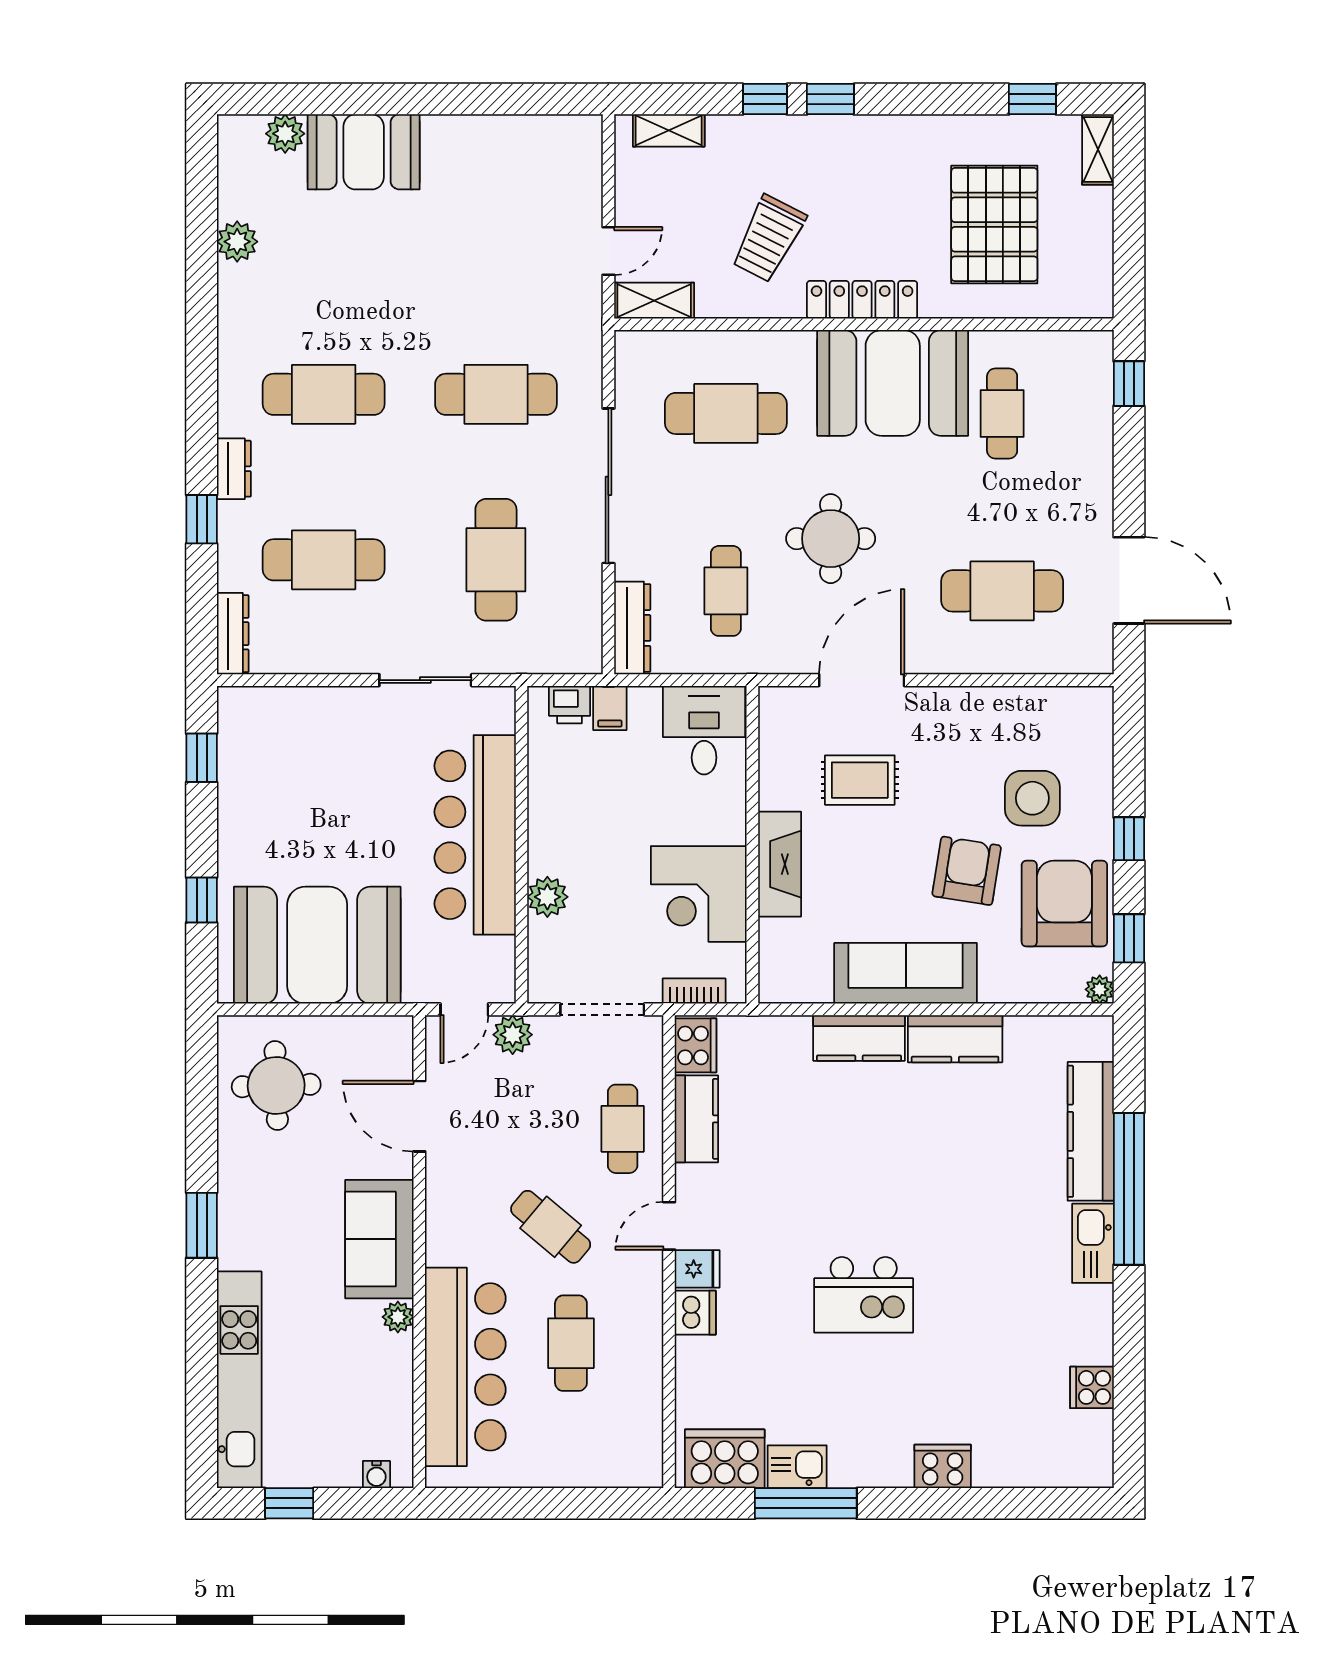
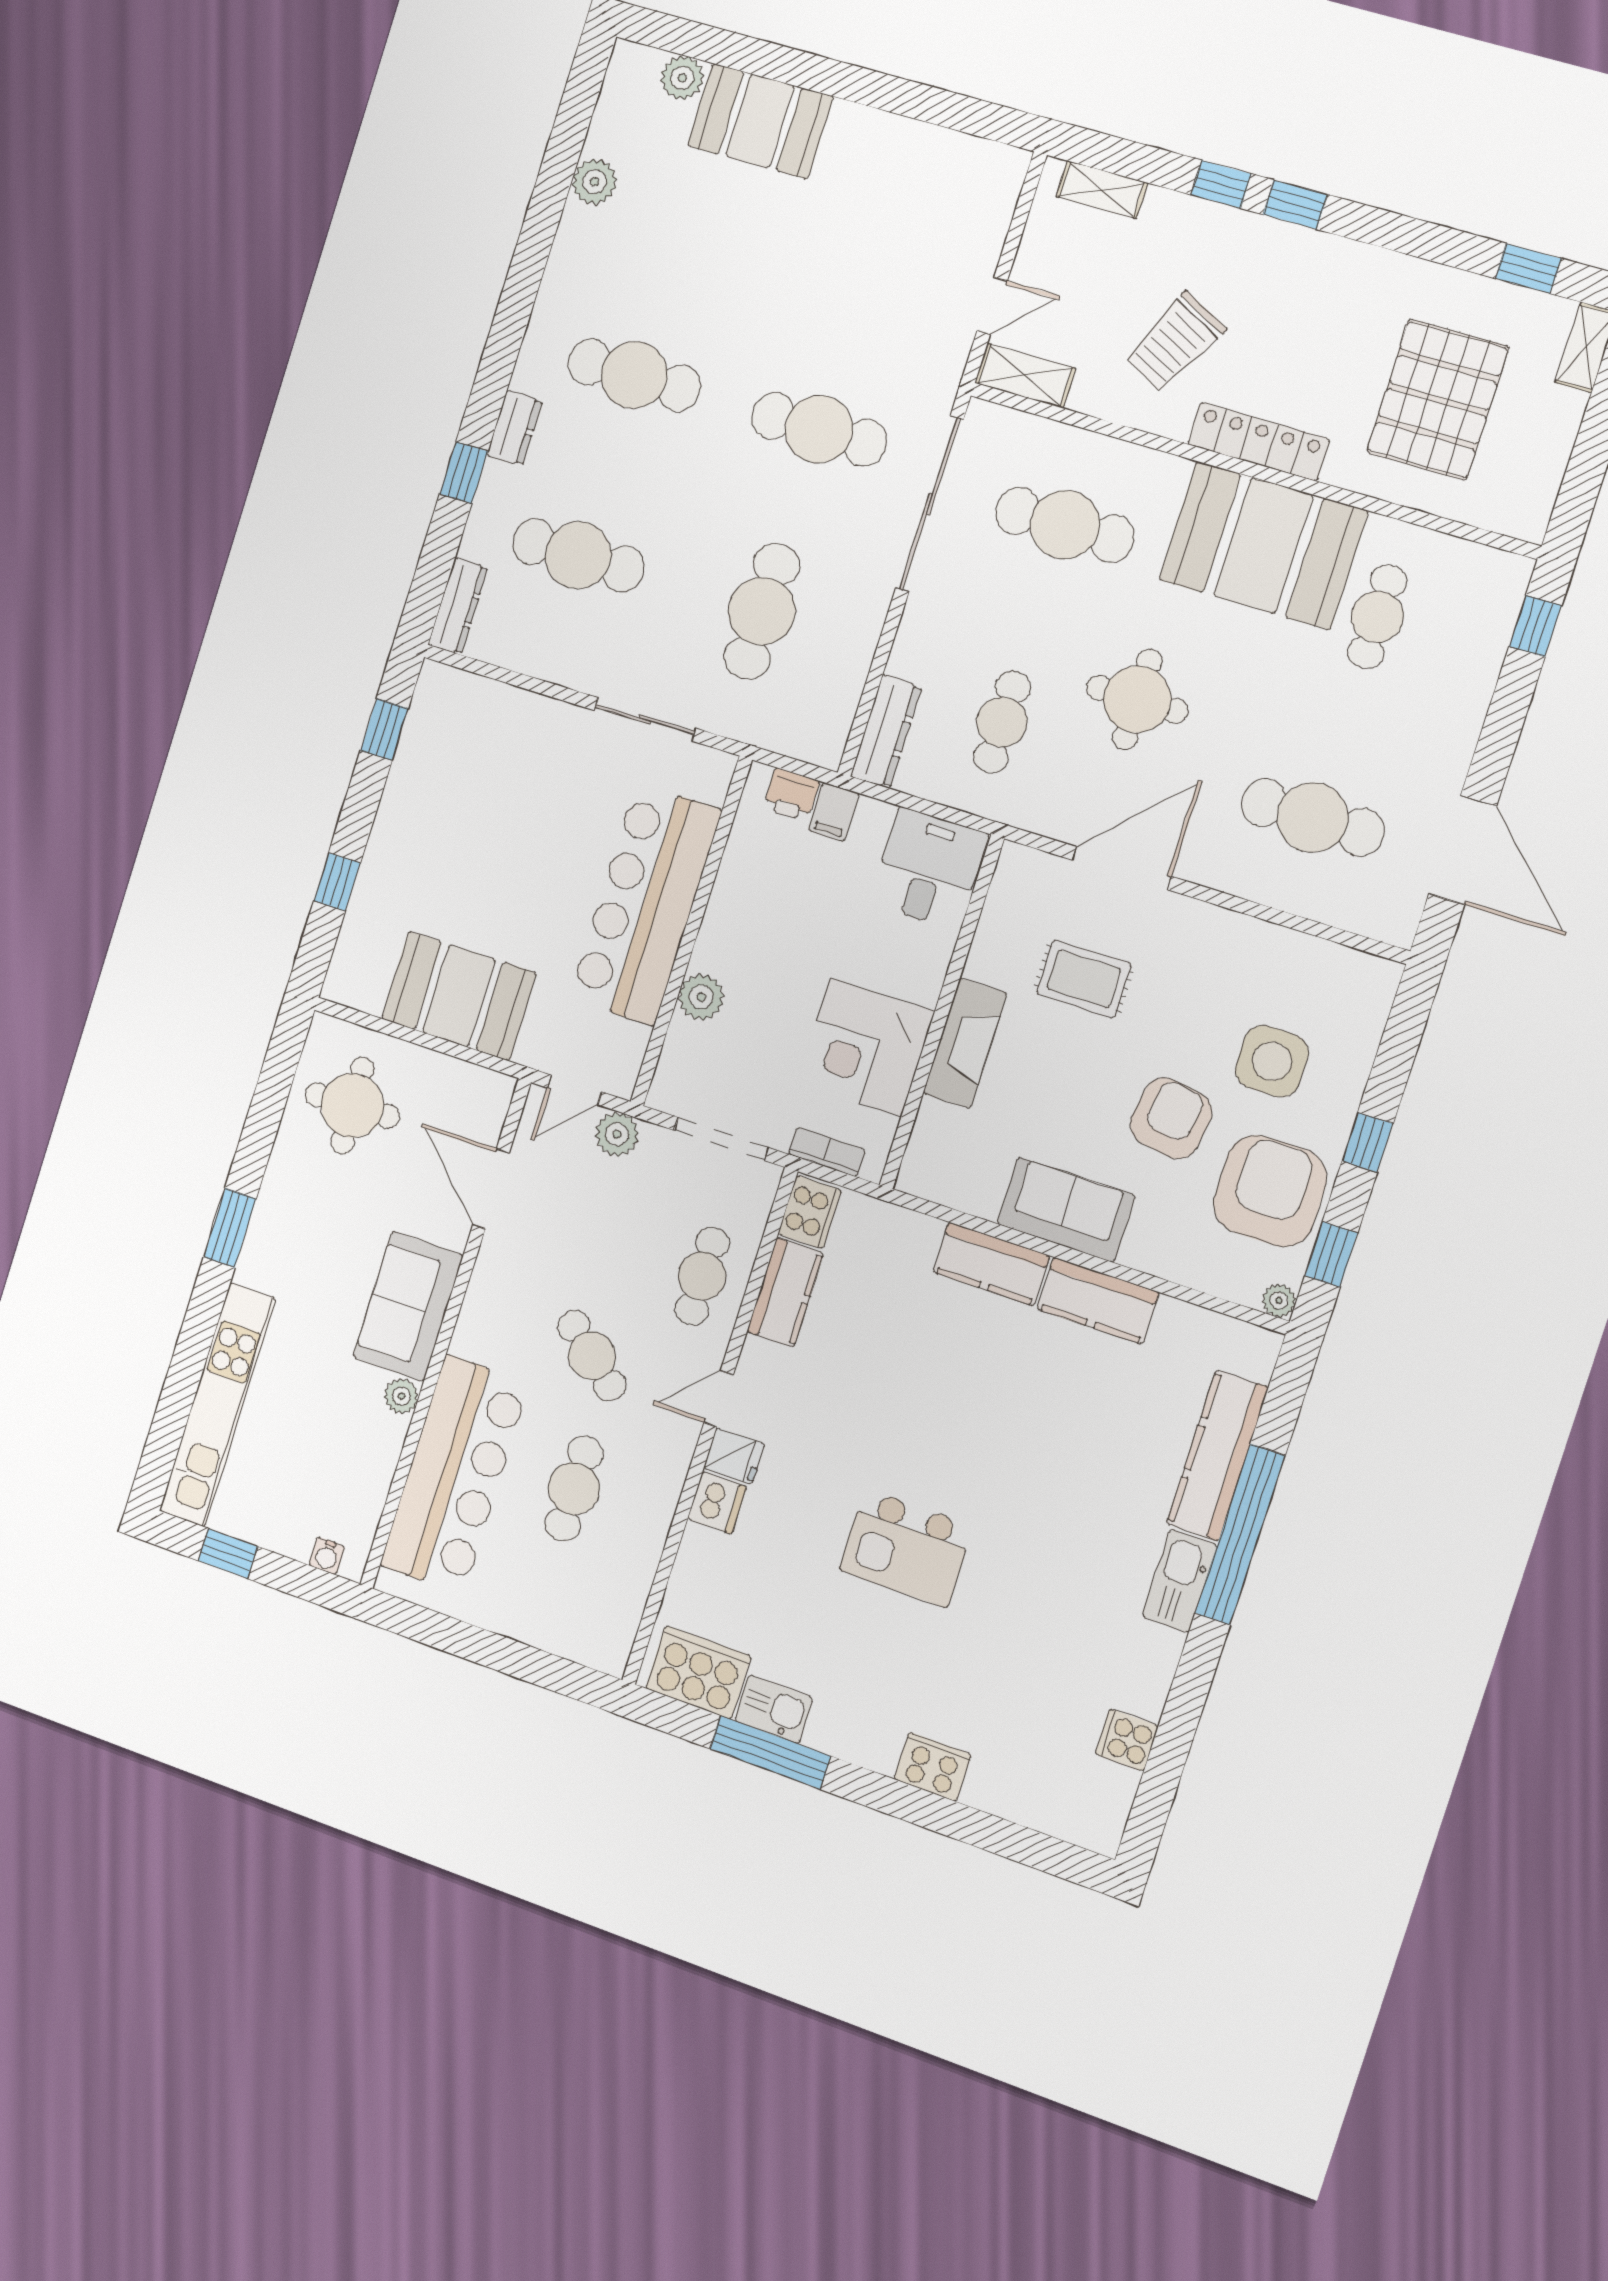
sliding door: (608, 486) -> (930, 504), moved
booth: (317, 945) -> (459, 996), width x0.73, depth x0.70
sofa: (906, 973) -> (1066, 1210), width x0.73

